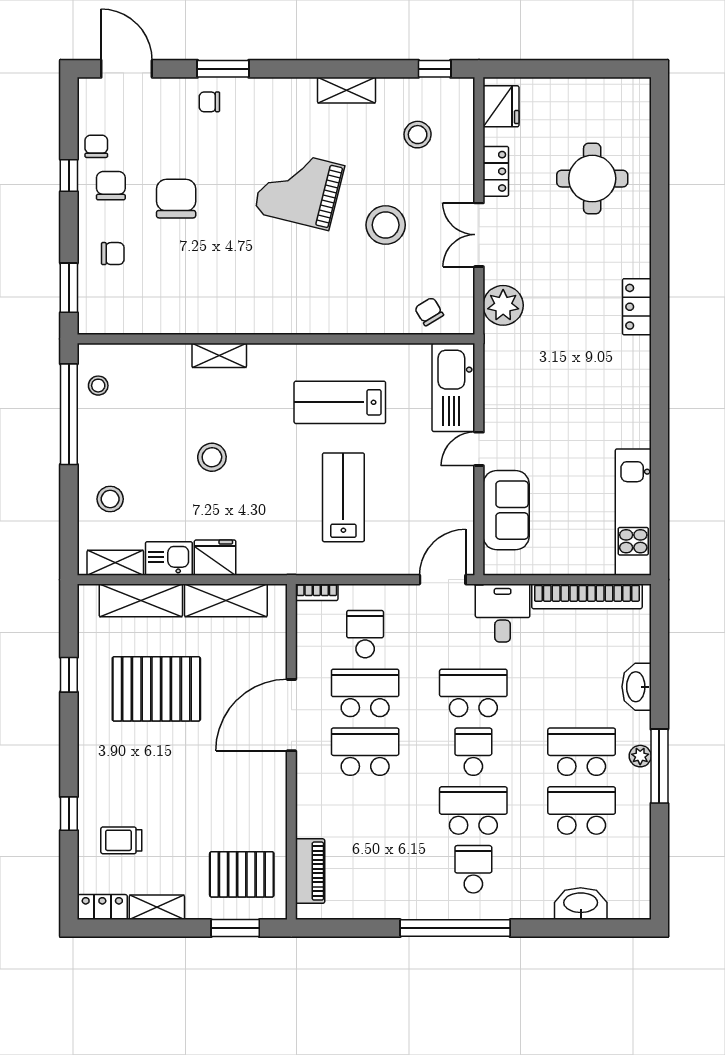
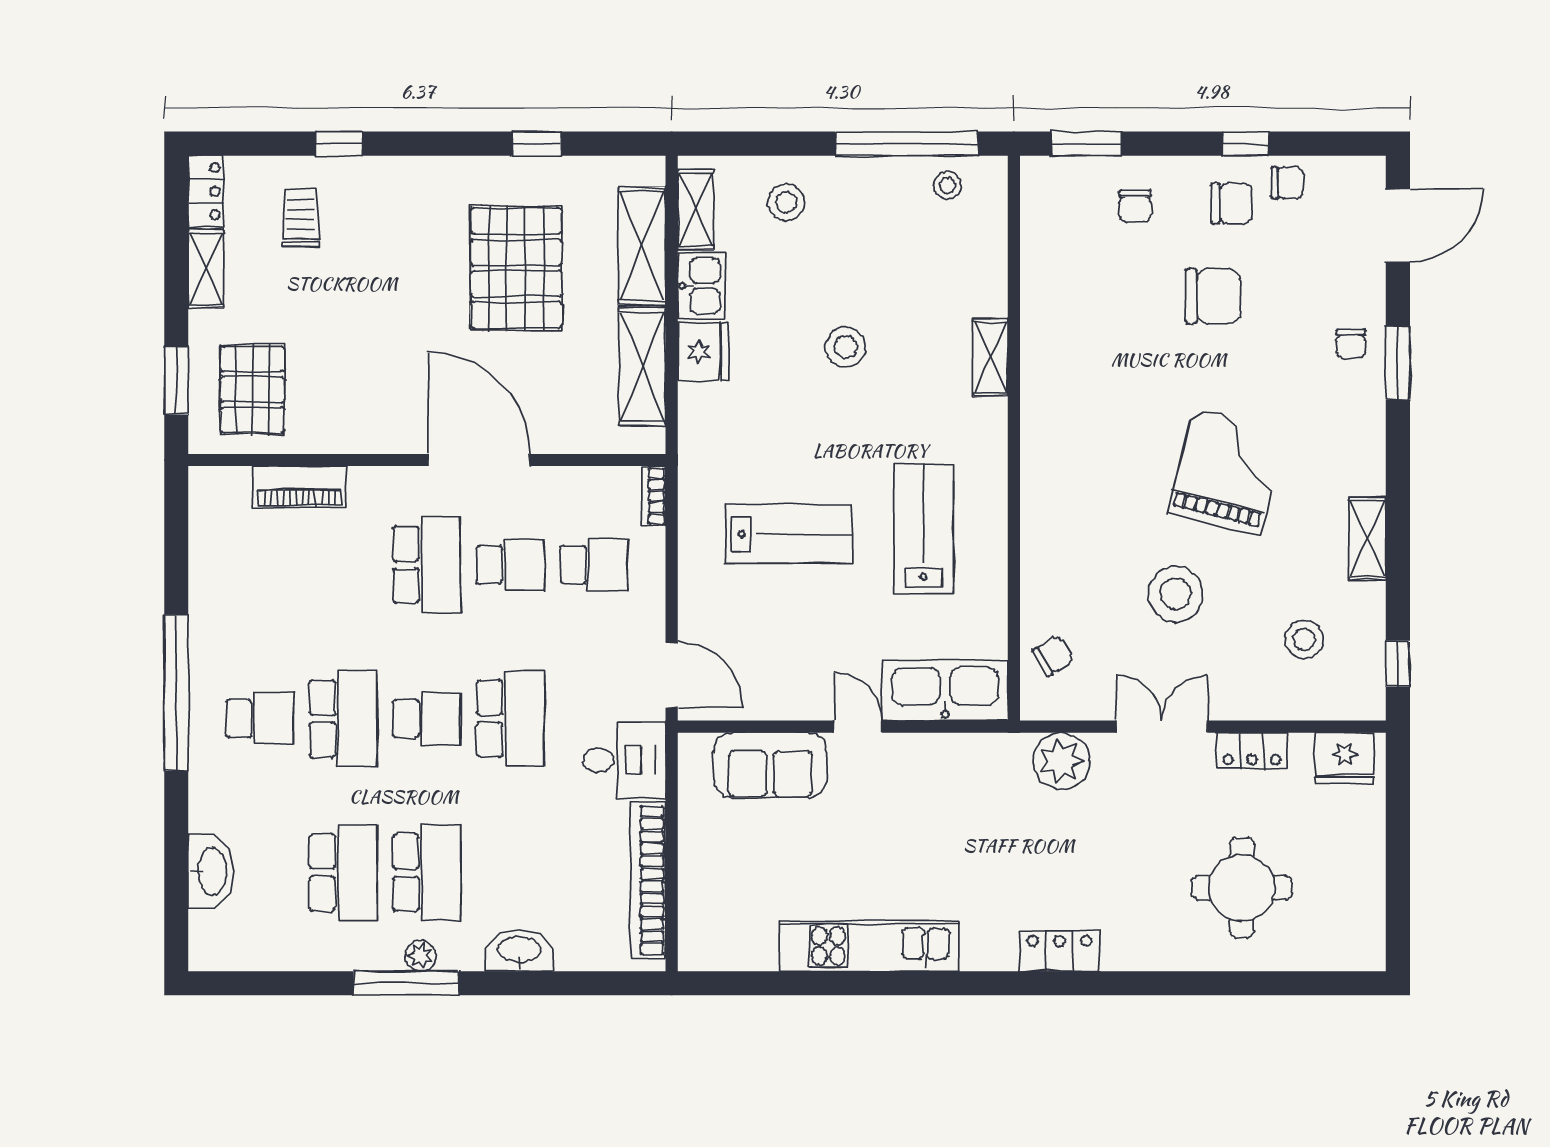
chair: (209, 102) -> (1351, 344), turned 180
kitchen unit: (633, 512) -> (870, 946), moved
school desk: (365, 693) -> (510, 565), width x0.54
piano: (310, 871) -> (300, 487), moved

